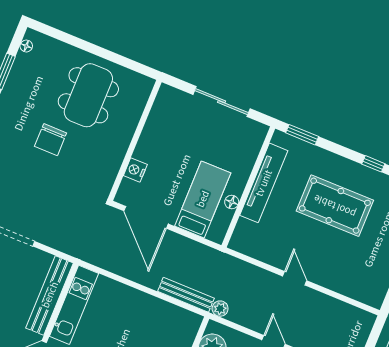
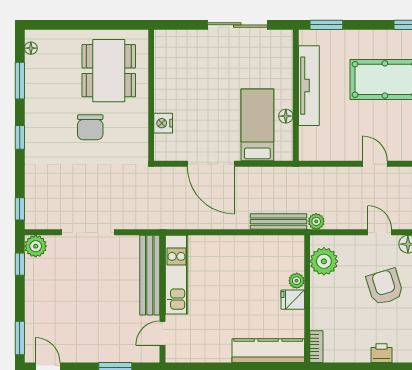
wall: (135, 140) -> (151, 95), moved
nightstand: (135, 170) -> (163, 123), moved

